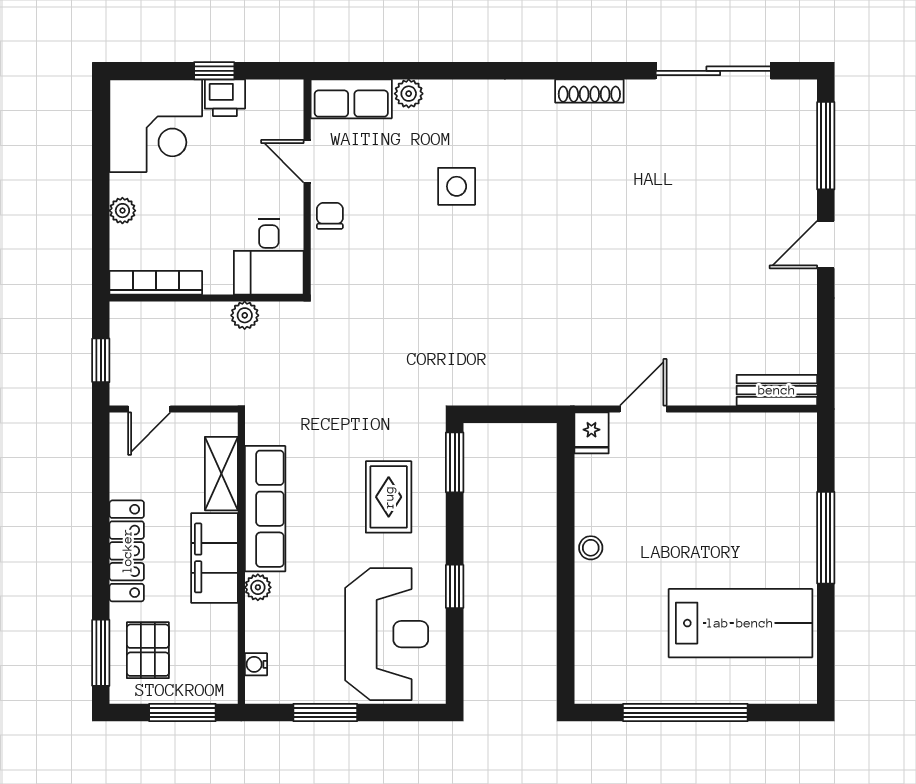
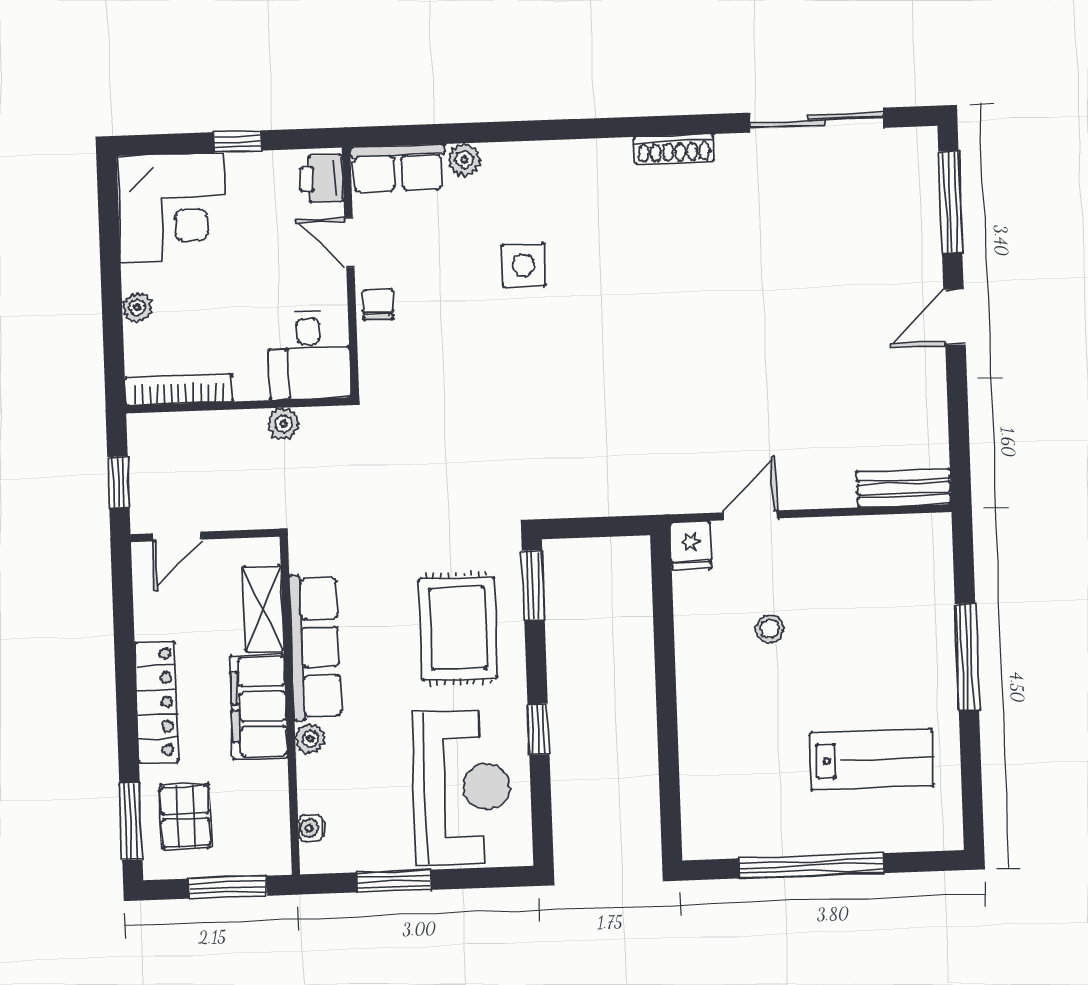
printer: (225, 98) -> (322, 179), moved, turned 90
rug: (389, 497) -> (458, 628), width x1.36, depth x1.43
stool: (591, 548) -> (770, 629), moved
lab bench: (740, 623) -> (872, 760), width x0.73, depth x0.72

